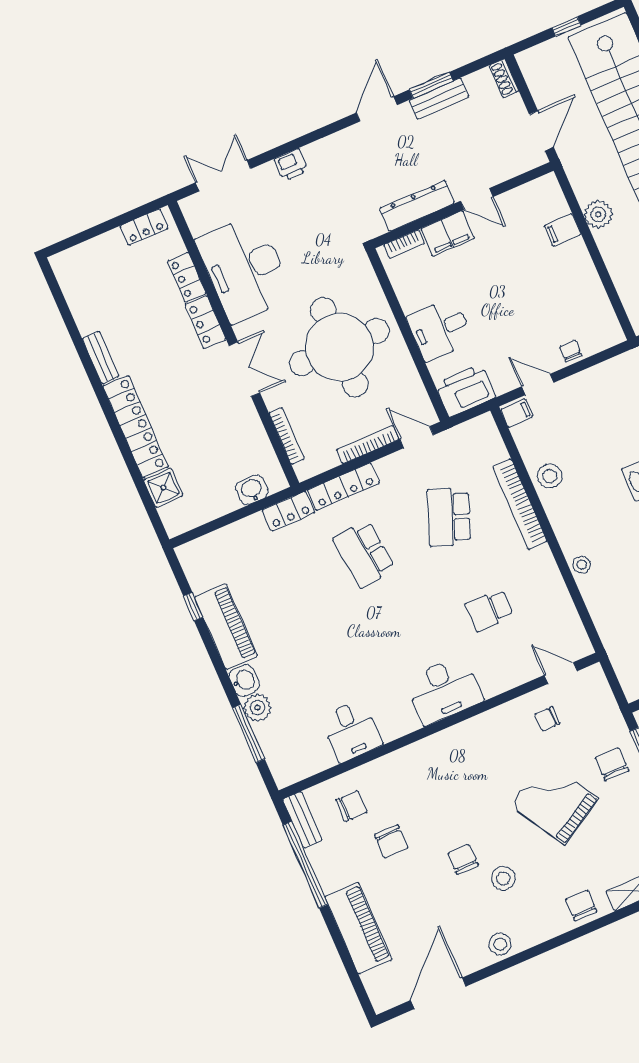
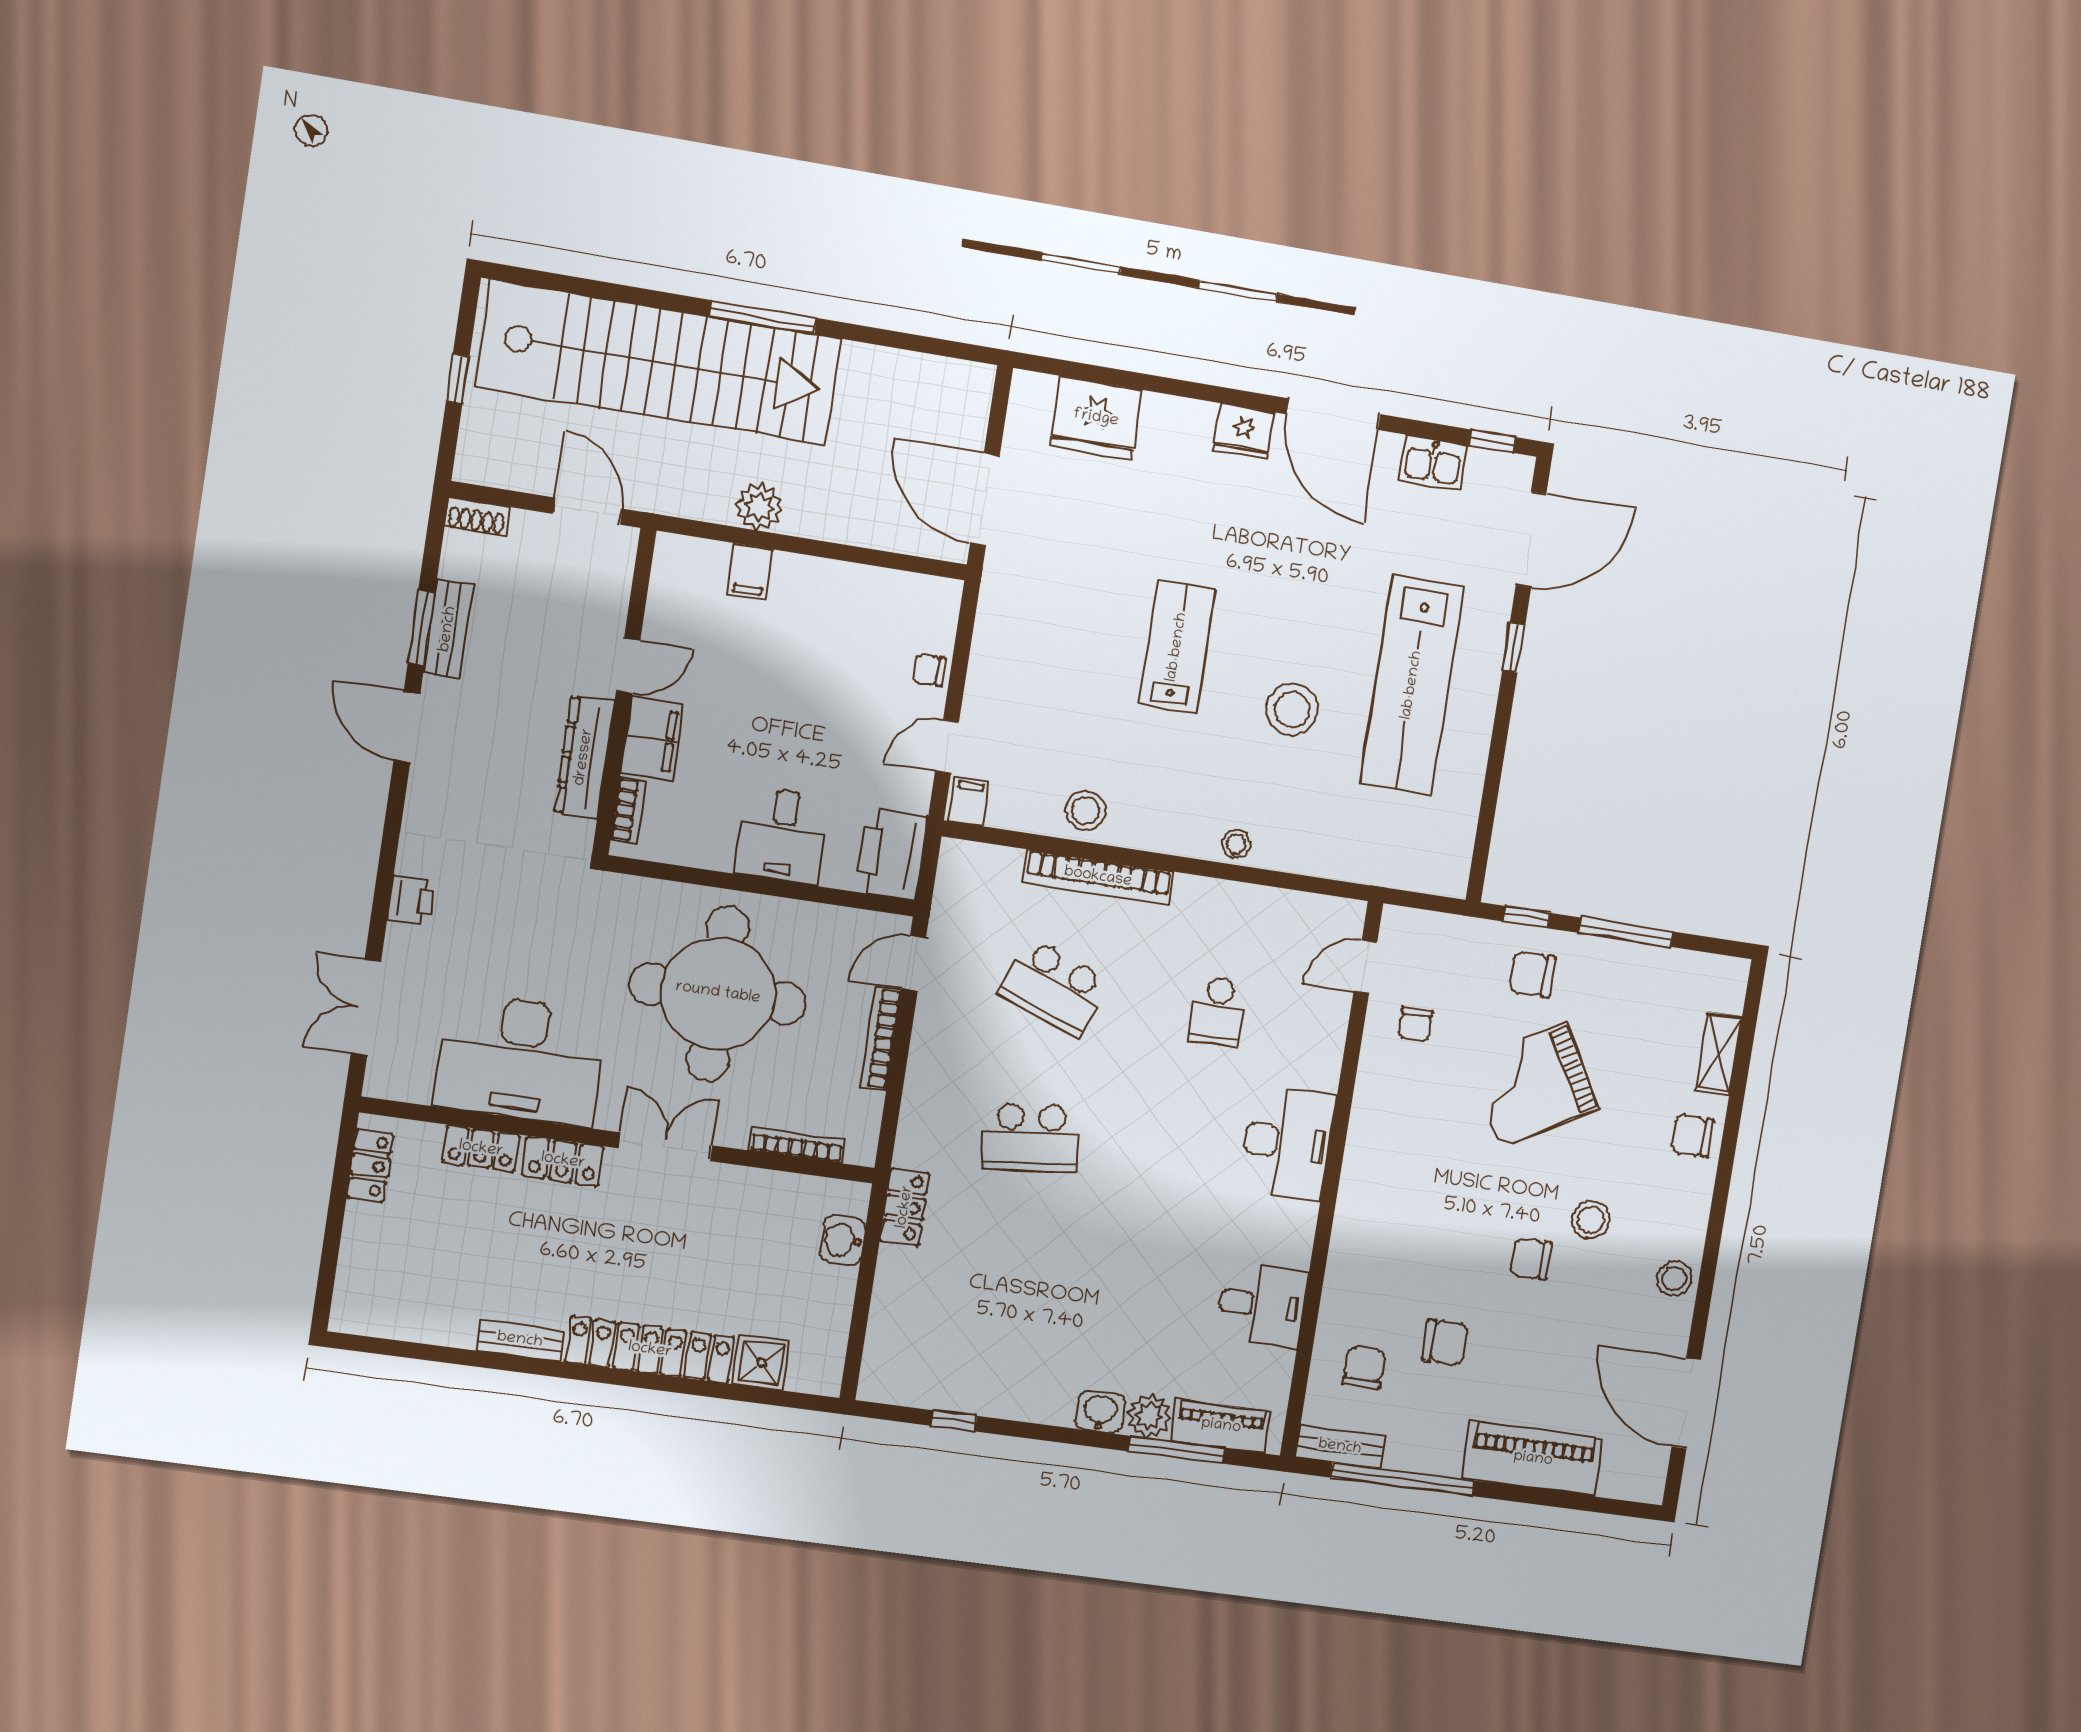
locker: (343, 487) -> (919, 1109), removed
piano: (226, 627) -> (1221, 1426), moved, width x0.73, depth x0.75

